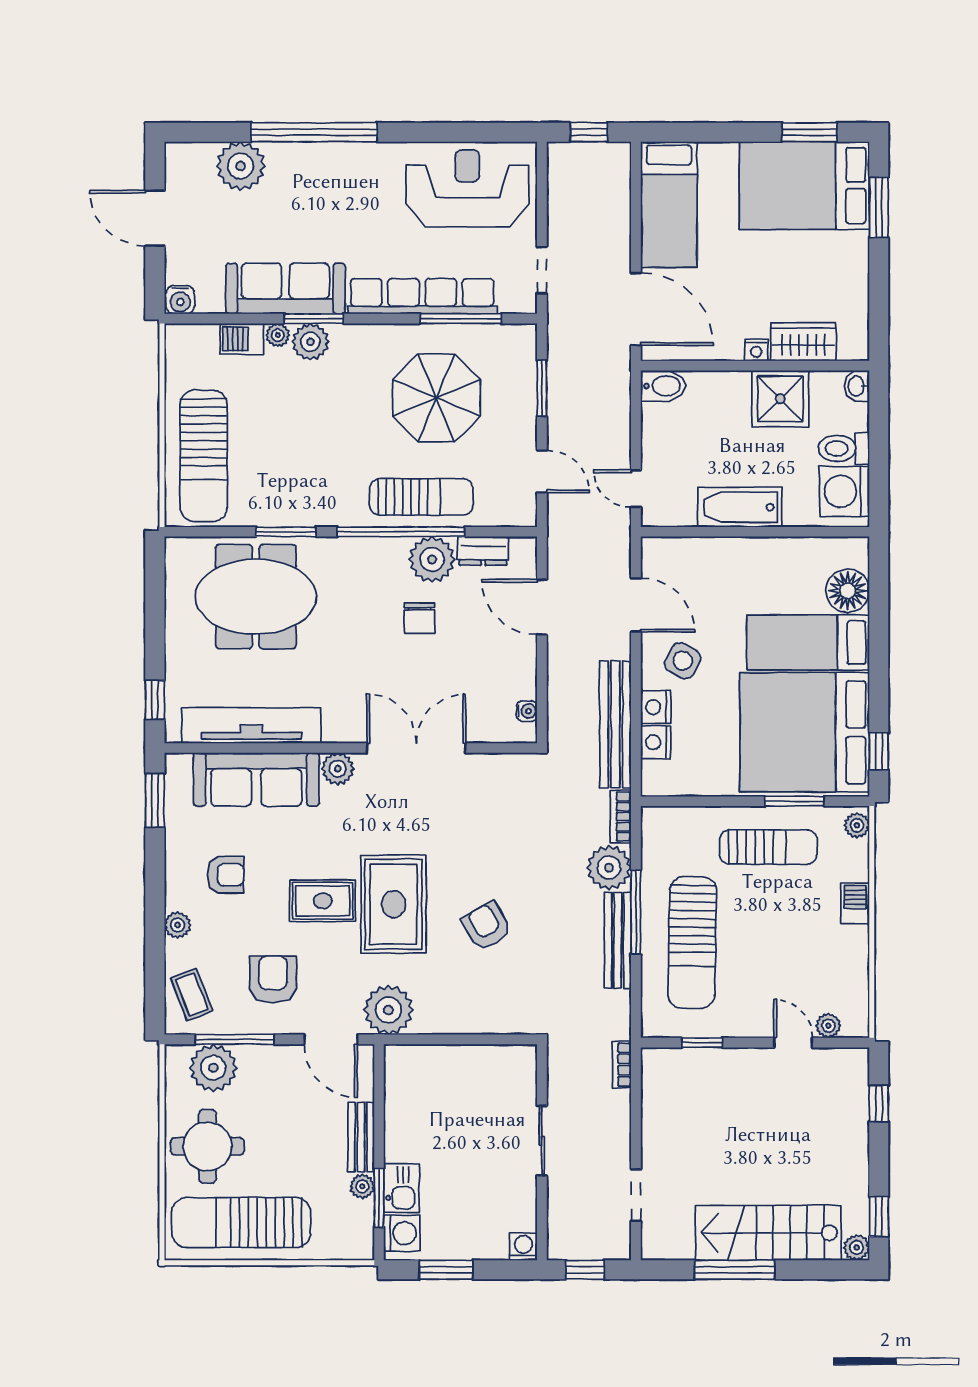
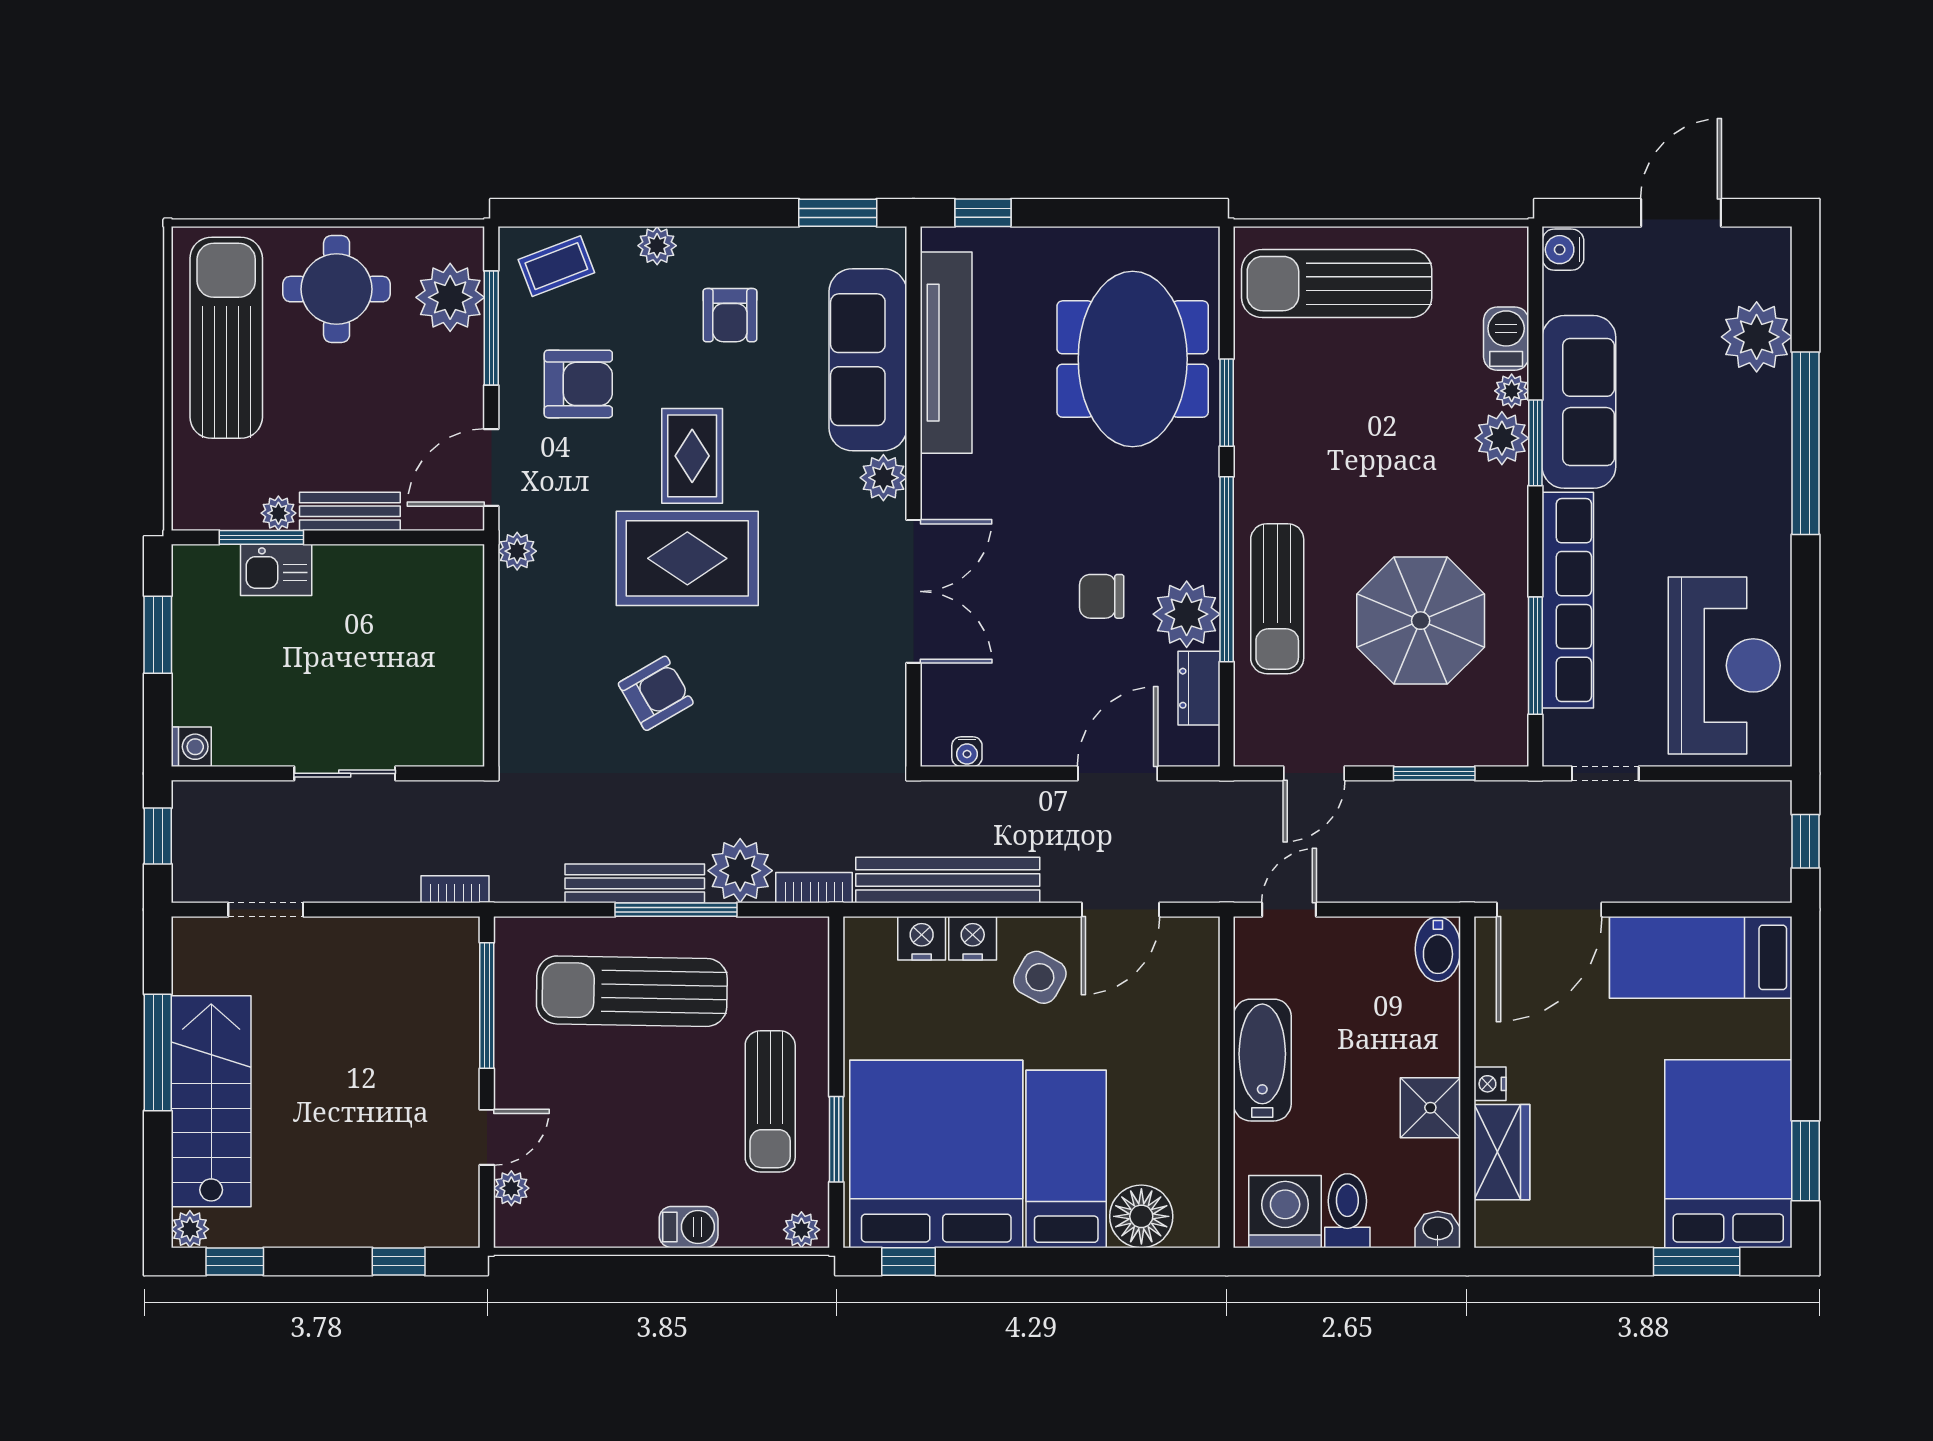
shower: (780, 399) -> (1430, 1108), width x0.73, depth x0.73
plant: (388, 1010) -> (517, 551), width x0.53, depth x0.53
window: (702, 1043) -> (487, 1006), width x2.17
washing machine: (402, 1233) -> (211, 570), removed

